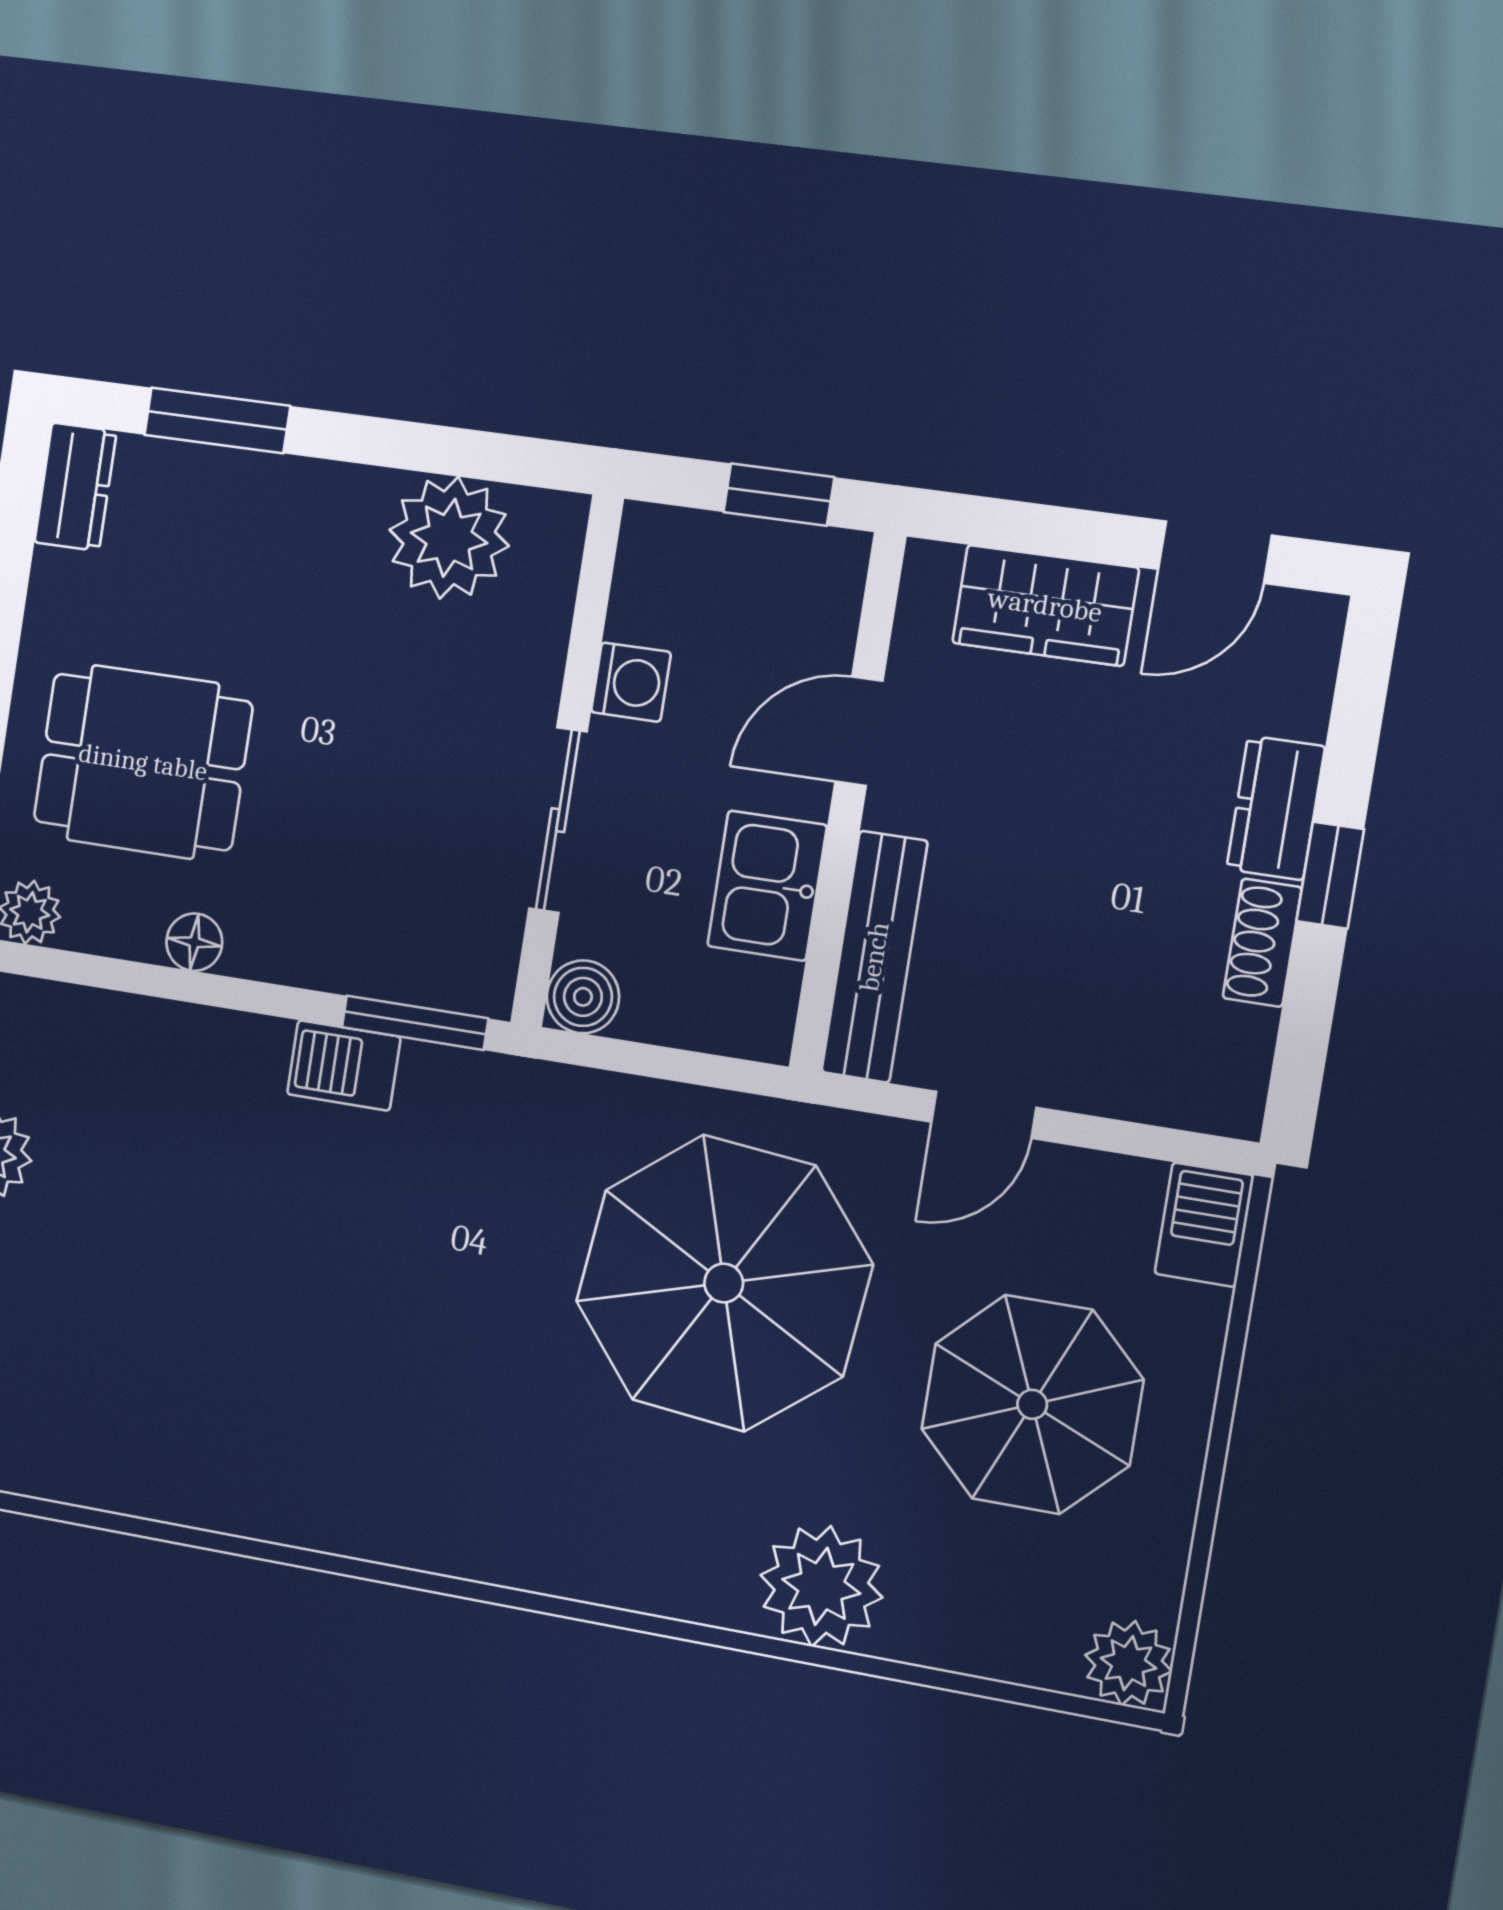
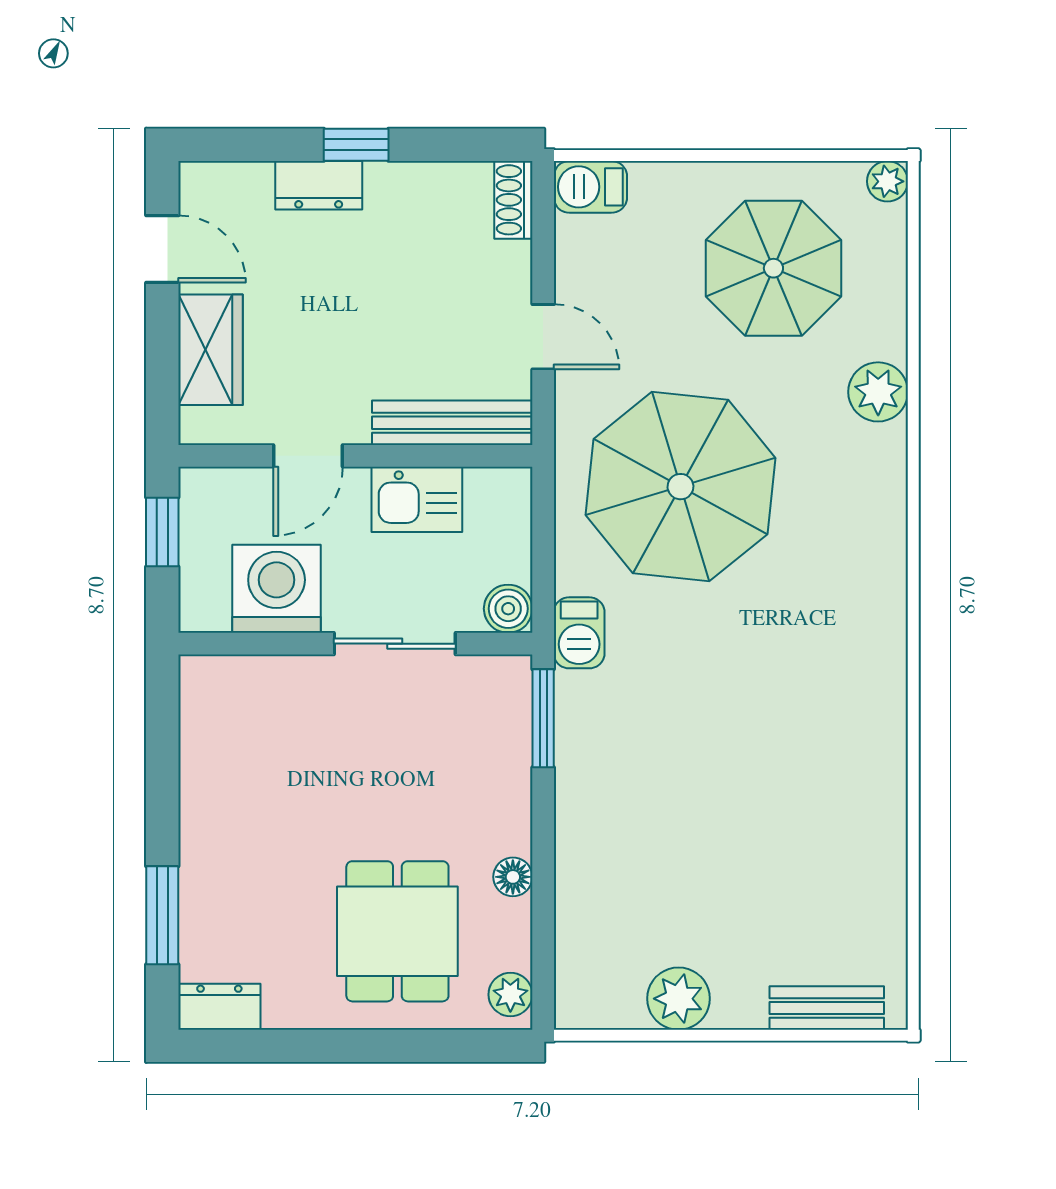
plant: (449, 538) -> (219, 745), removed
washing machine: (631, 682) -> (277, 589), width x1.89, depth x1.89
door: (859, 731) -> (308, 456), hinge flipped
shoe rack: (1262, 943) -> (513, 200), moved, turned 90
barbecue: (344, 1065) -> (579, 633), moved
parasol: (1032, 1404) -> (773, 268), moved
plant: (821, 1586) -> (878, 392), width x0.73, depth x0.73
plant: (1128, 1663) -> (887, 181), width x0.73, depth x0.73

